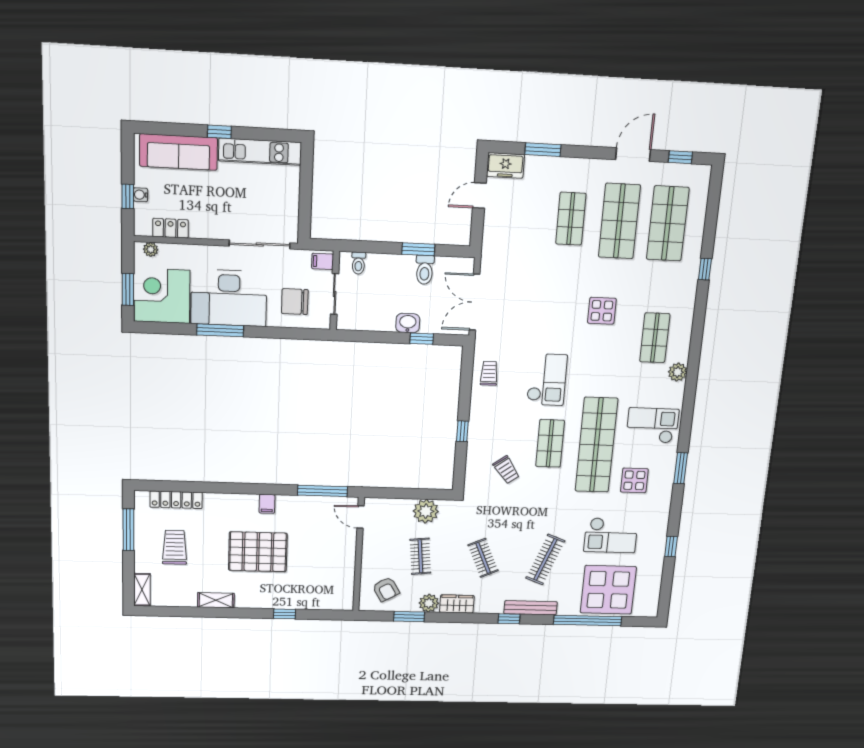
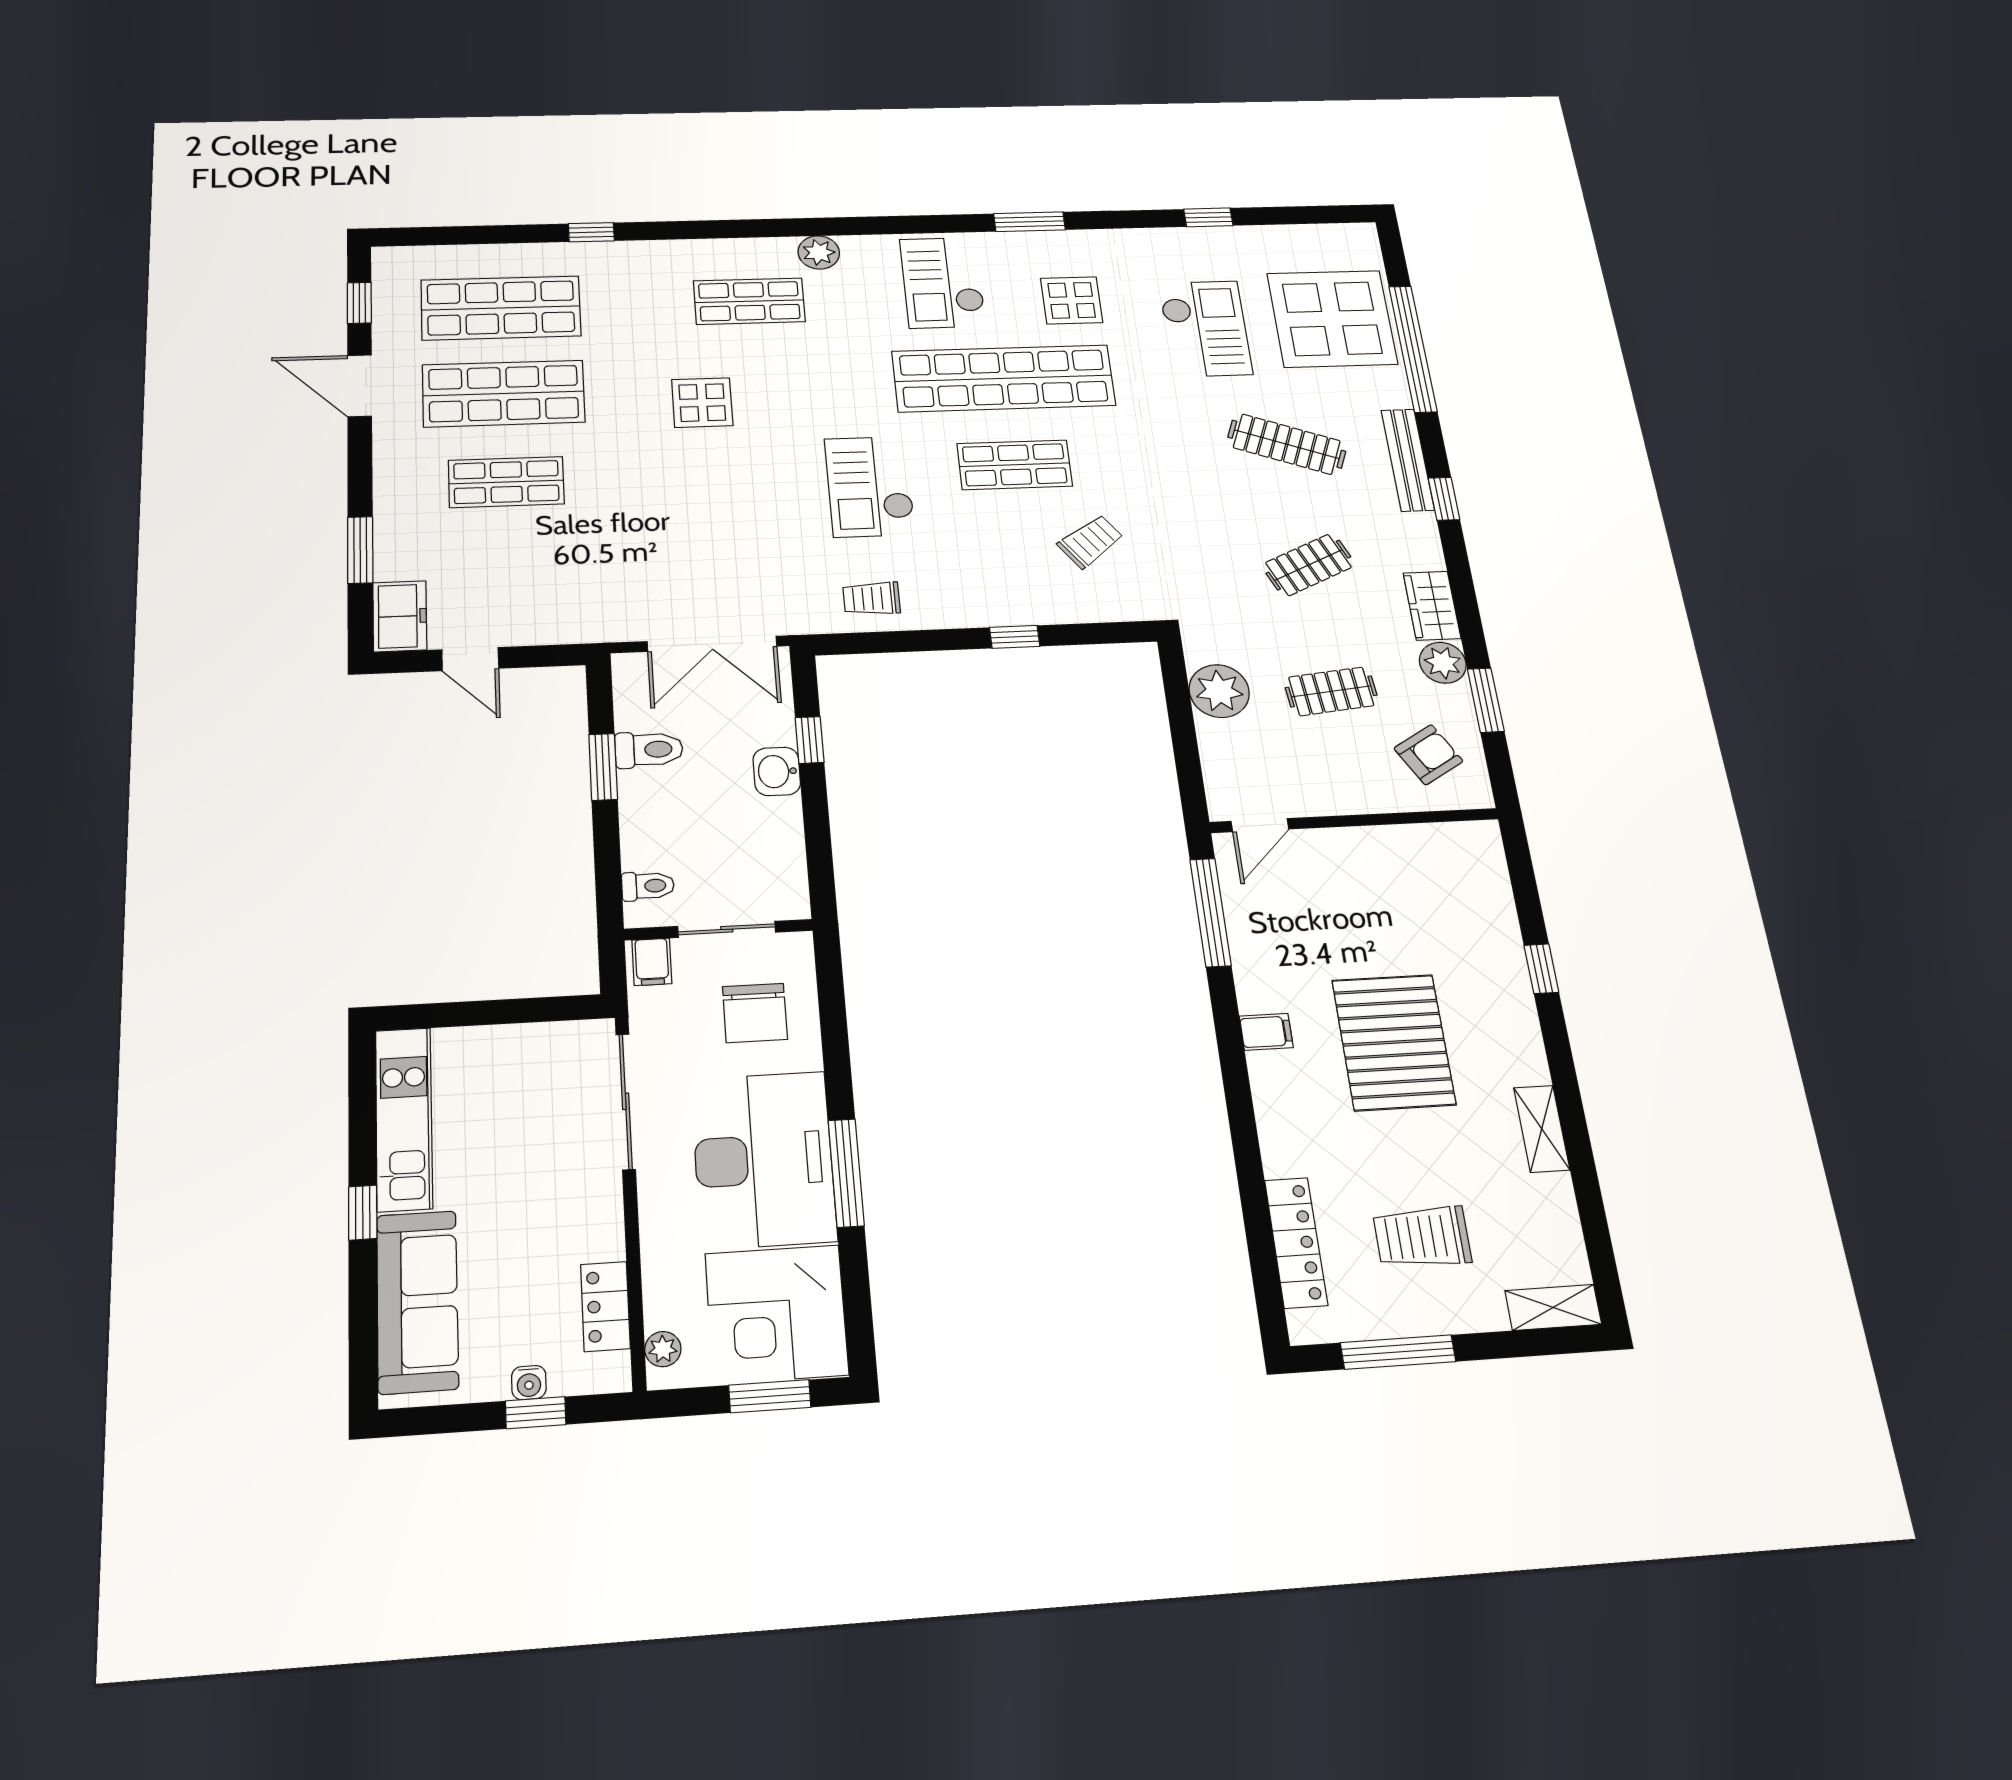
checkout: (547, 380) -> (870, 487), turned -90

